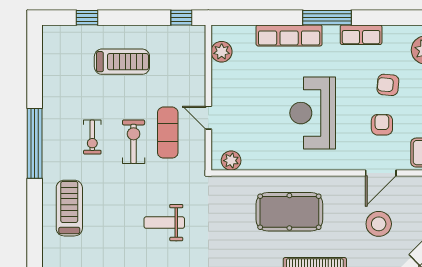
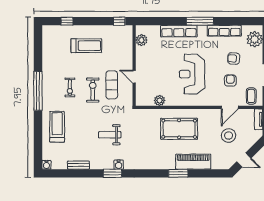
row of seats: (361, 35) -> (224, 31), width x1.48
plant: (231, 161) -> (160, 100), moved

